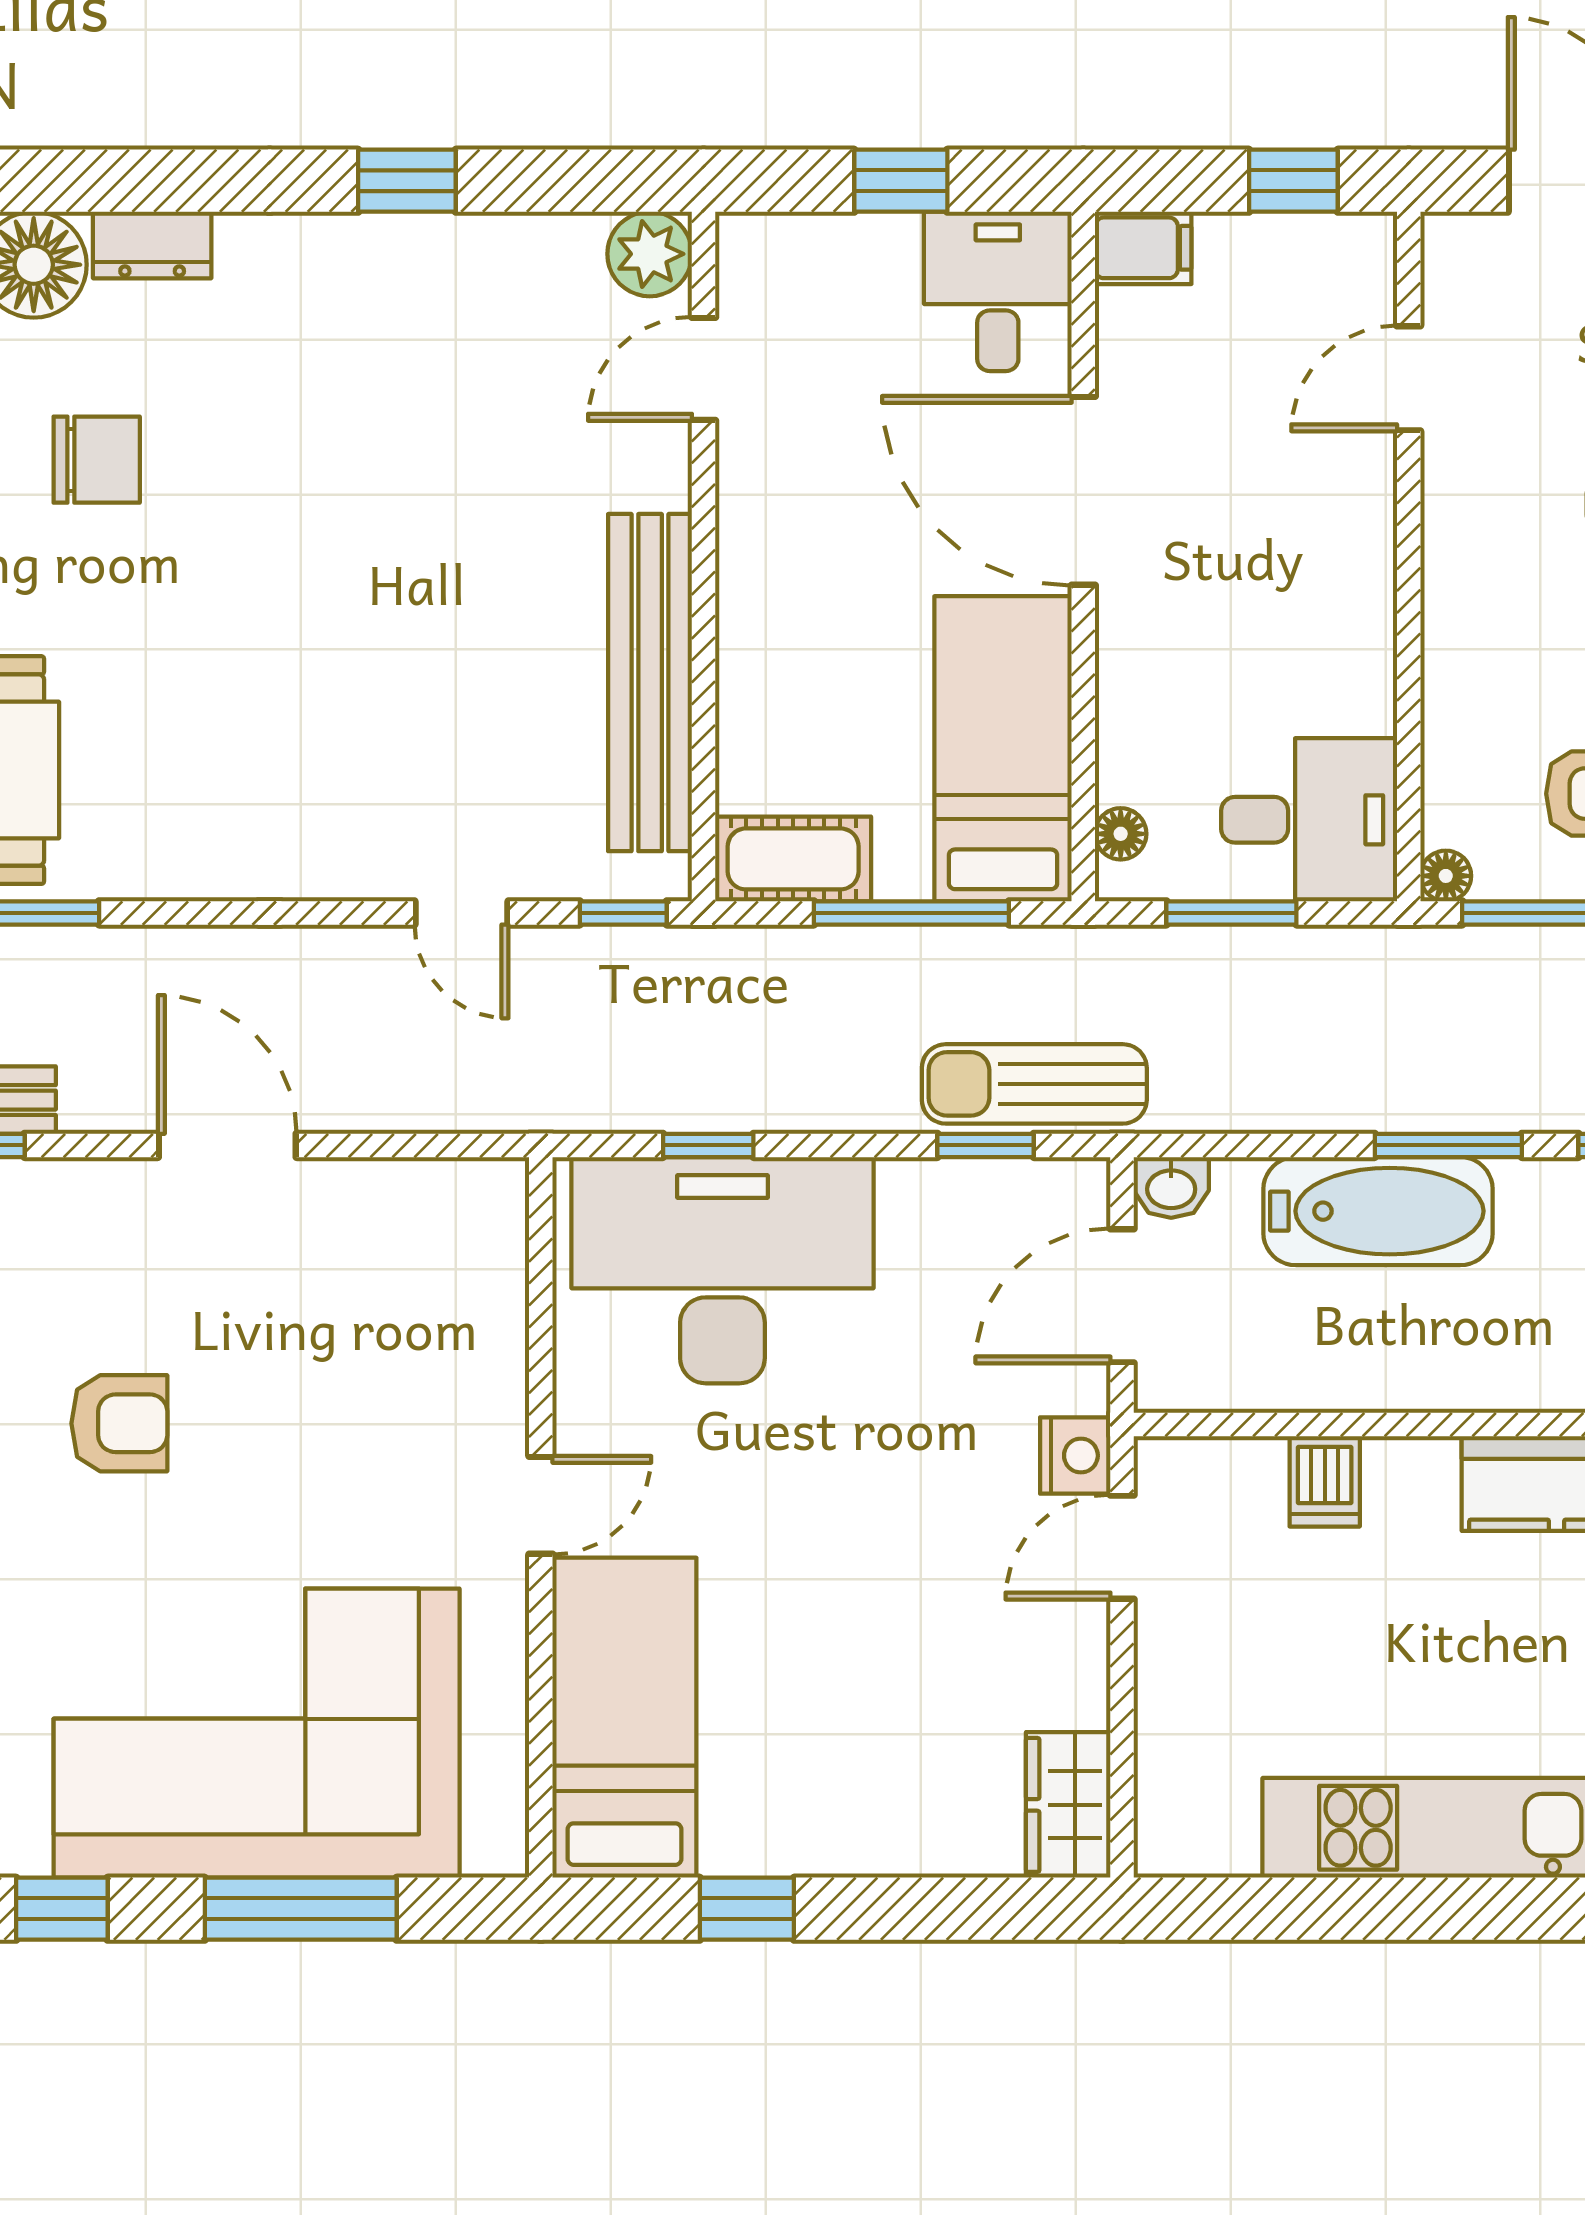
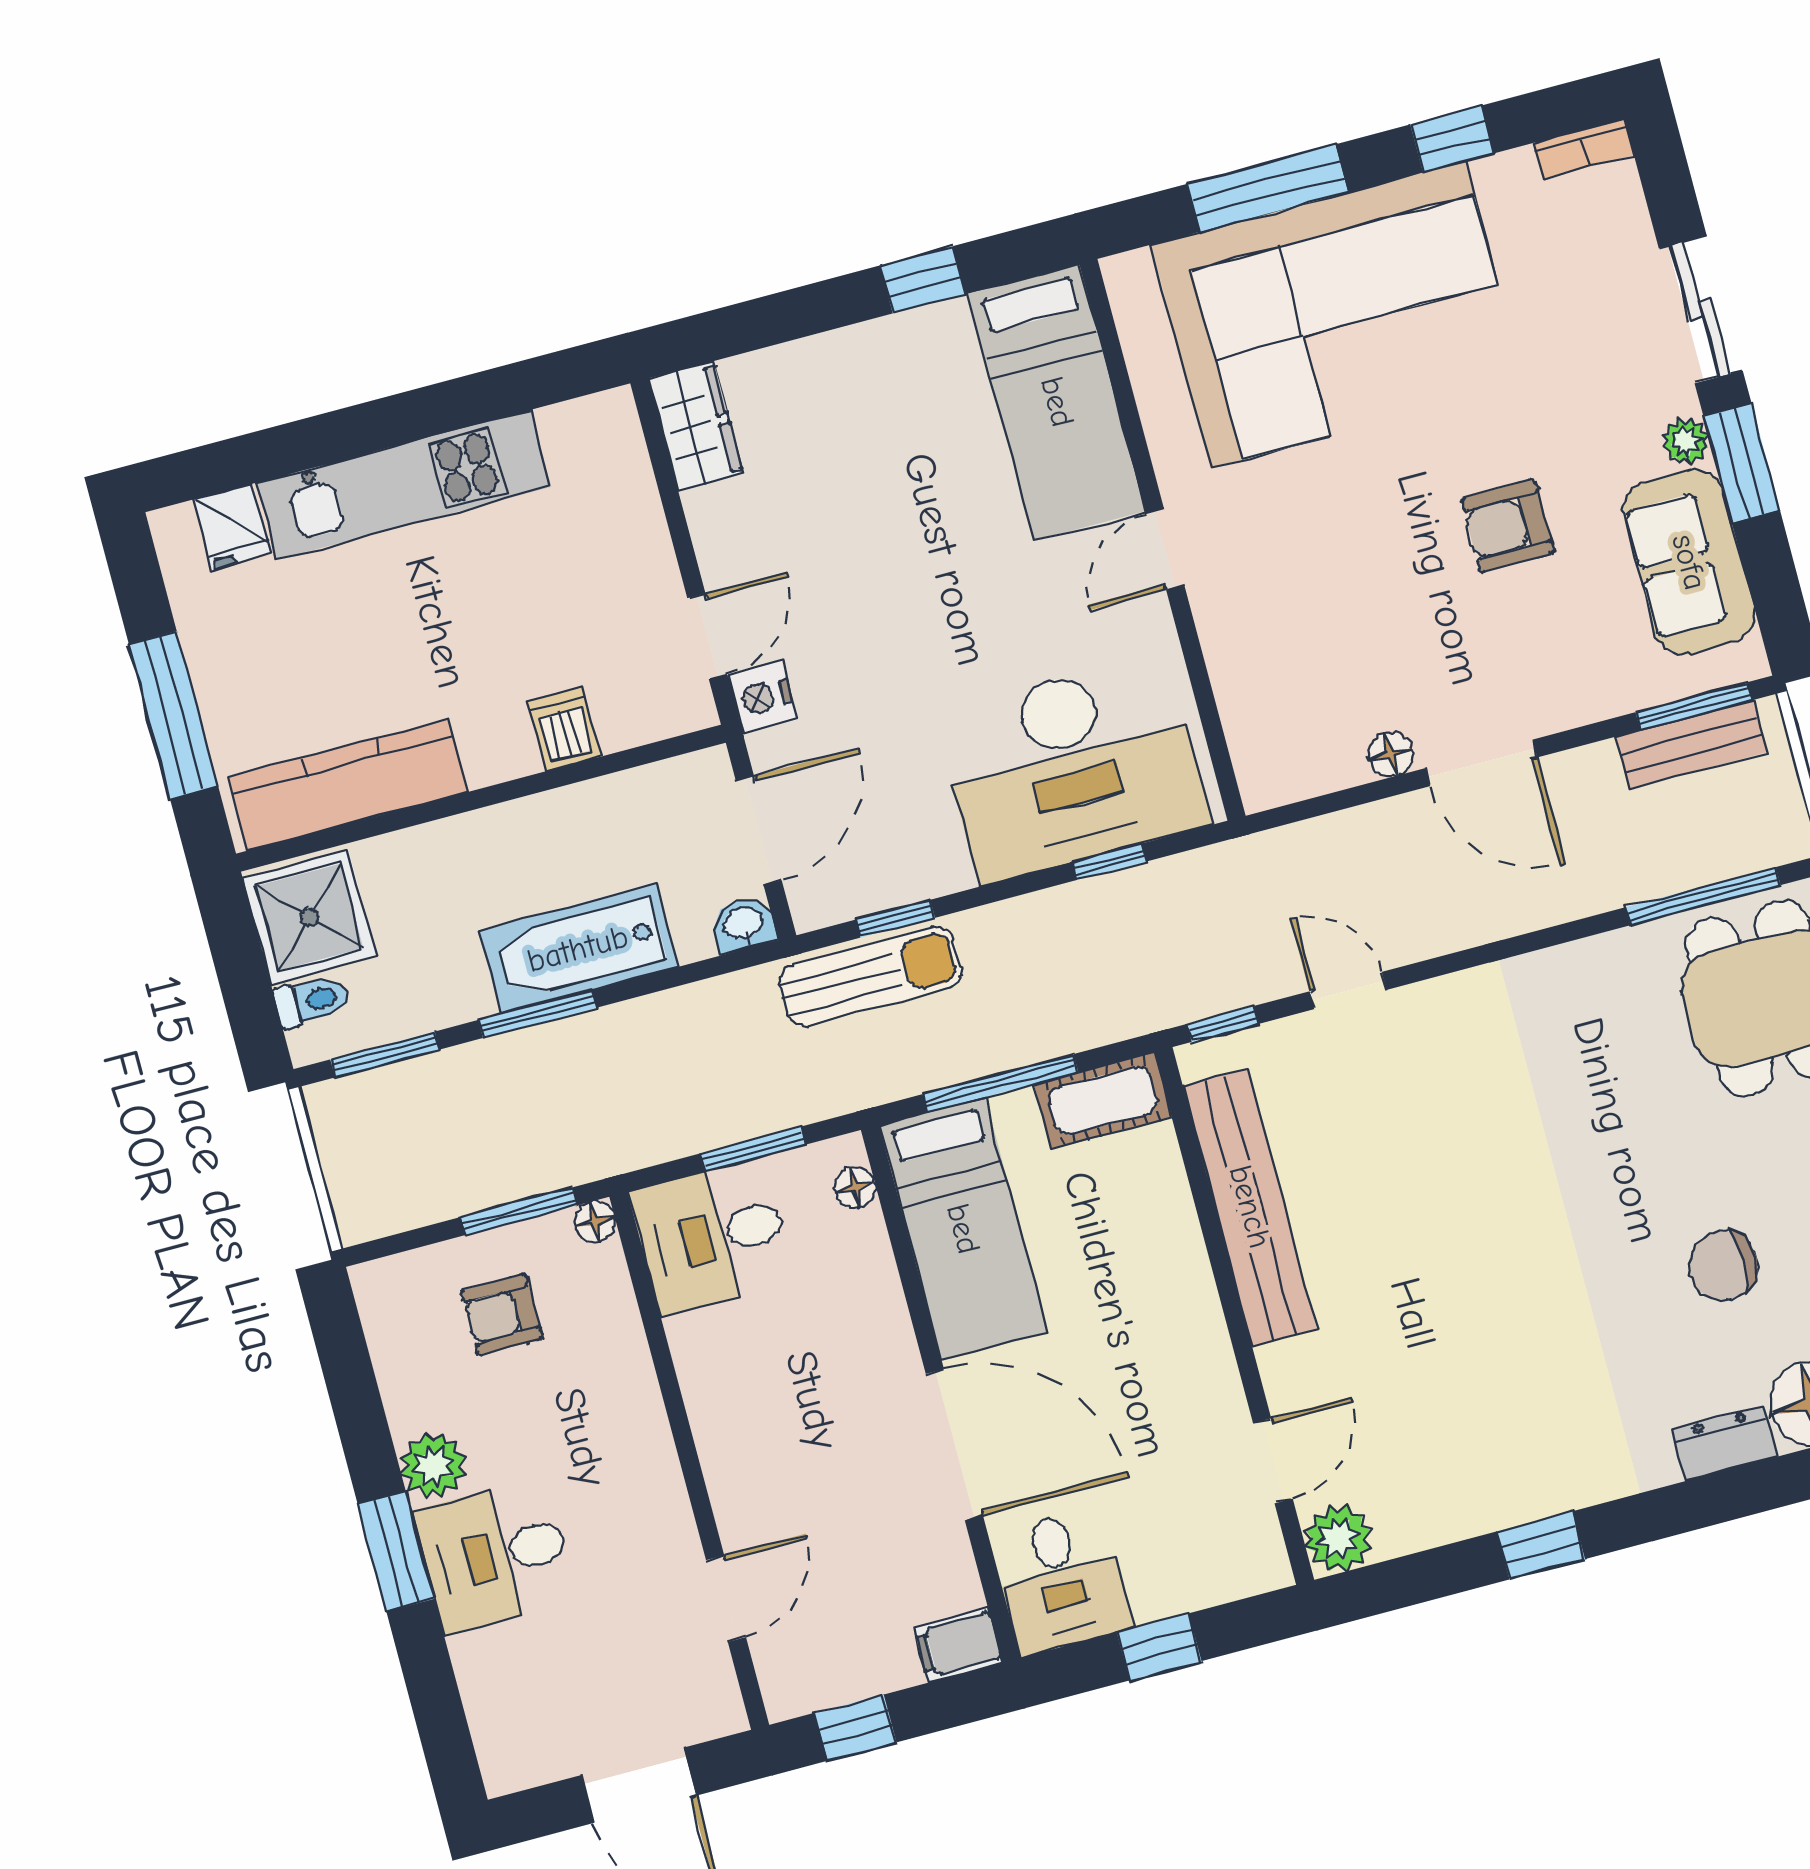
floor lamp: (334, 1185) -> (1391, 754), added

